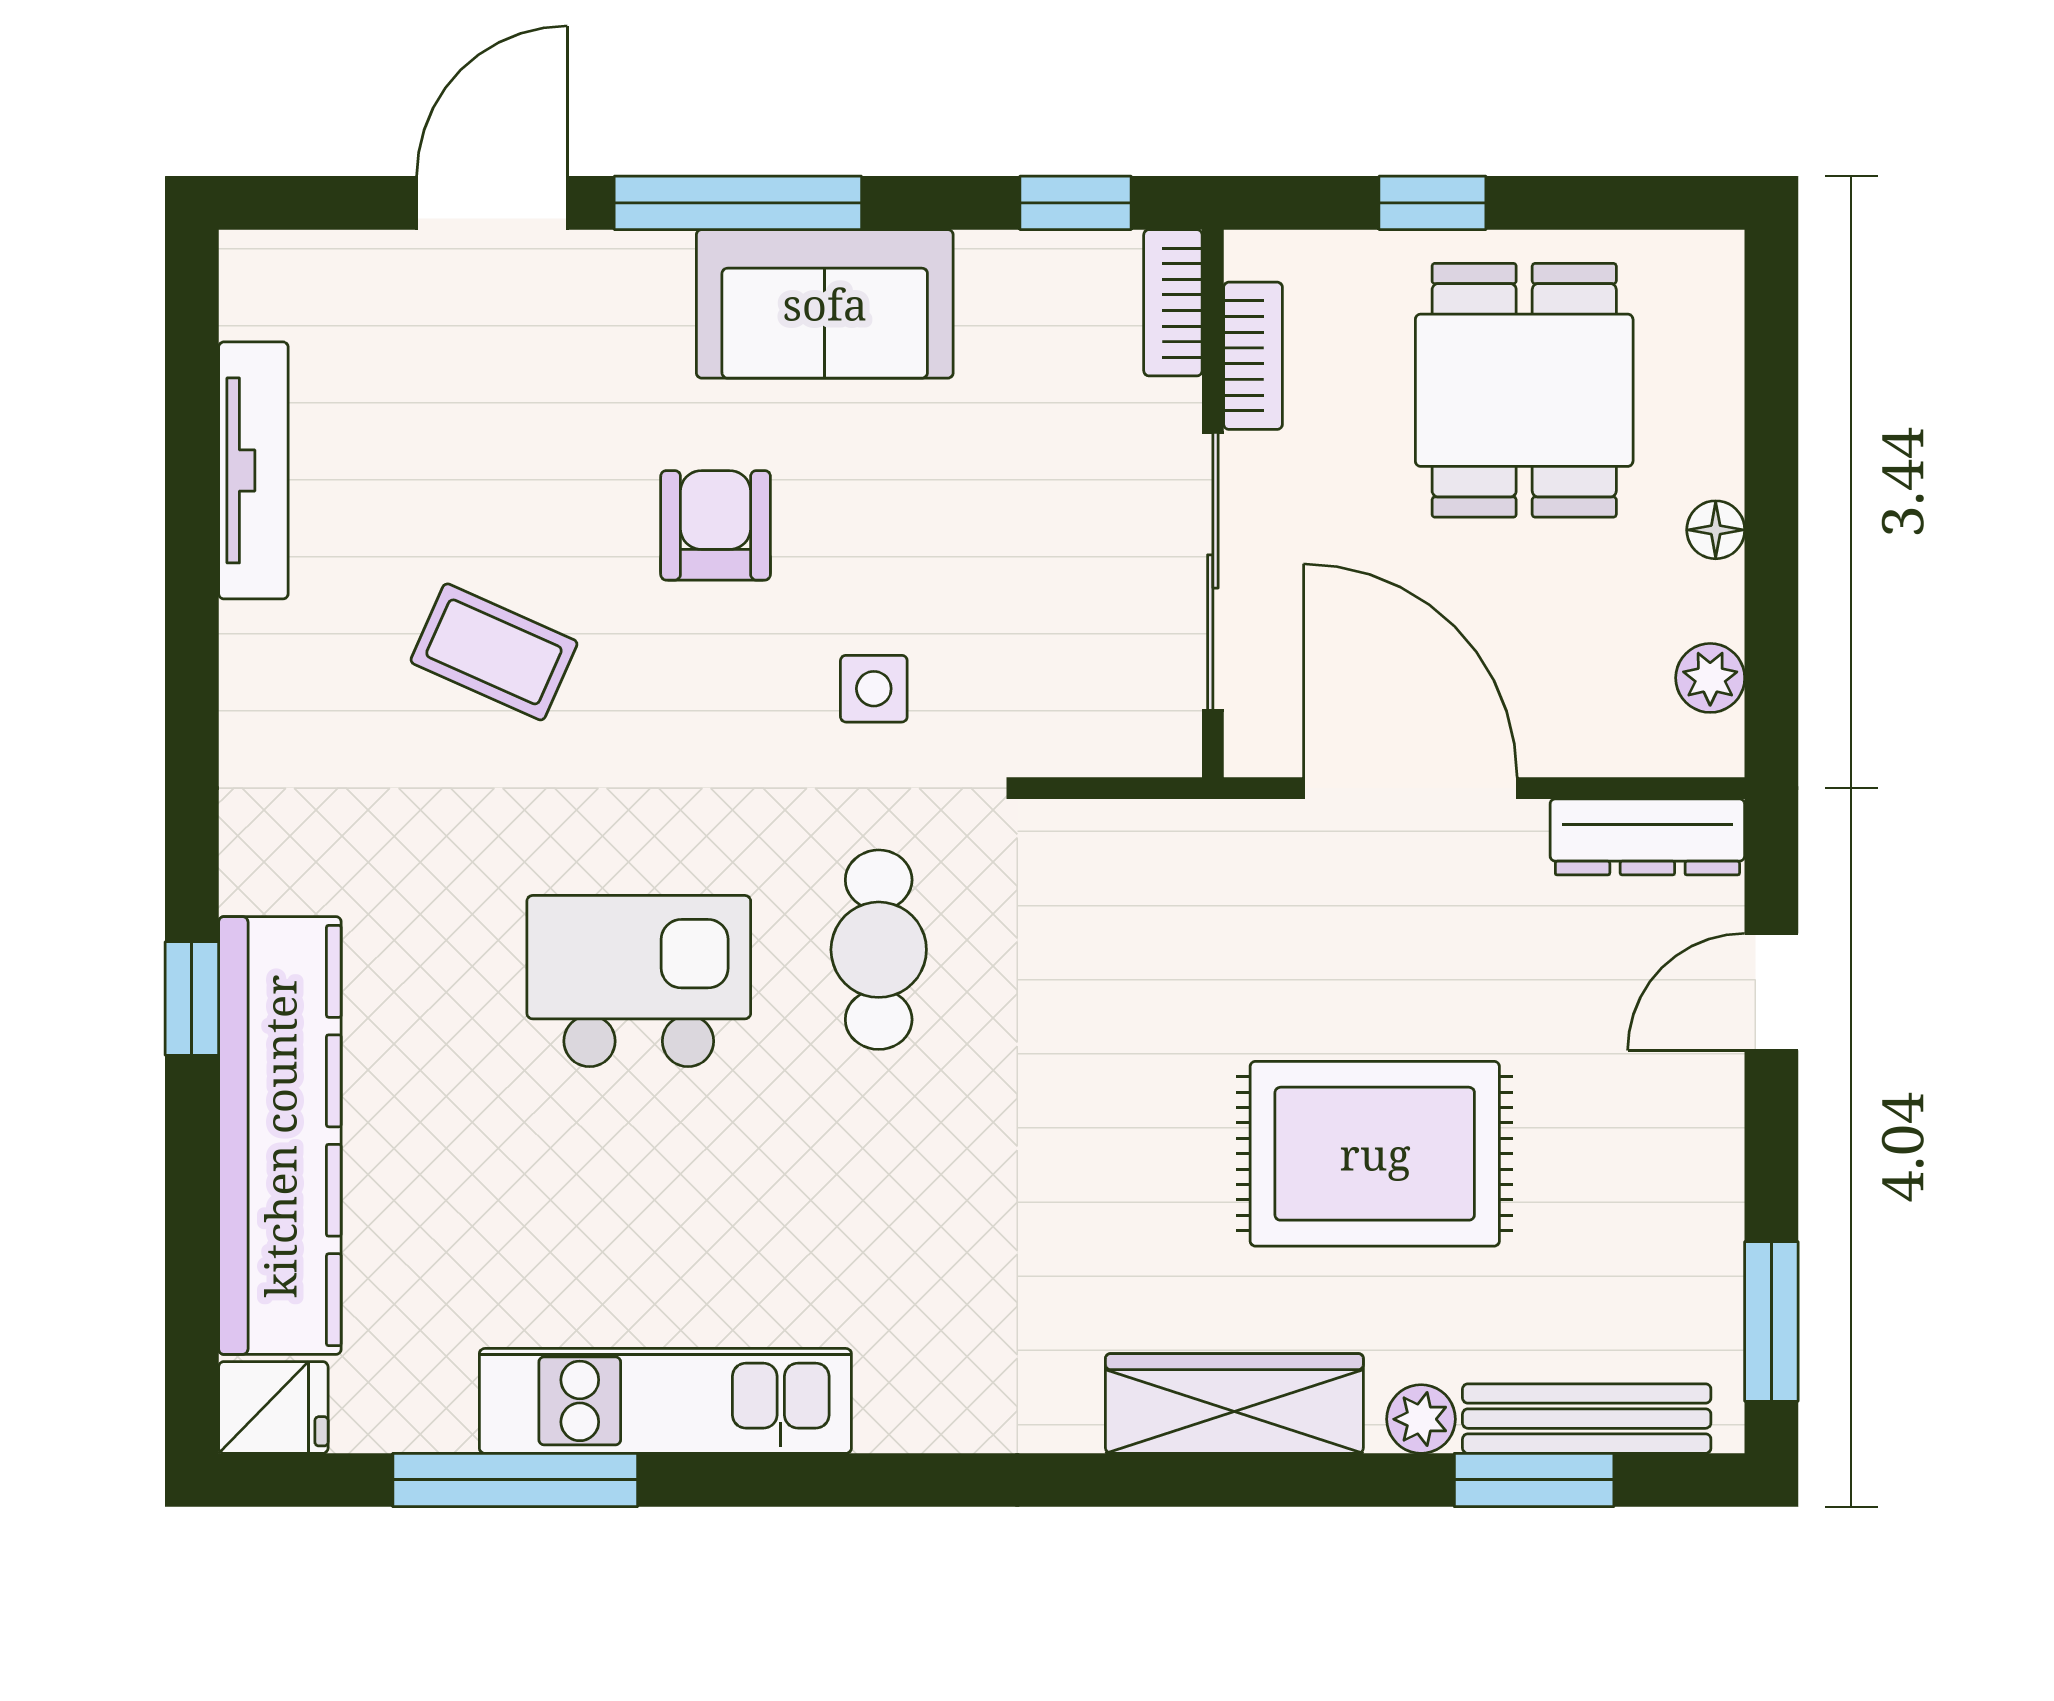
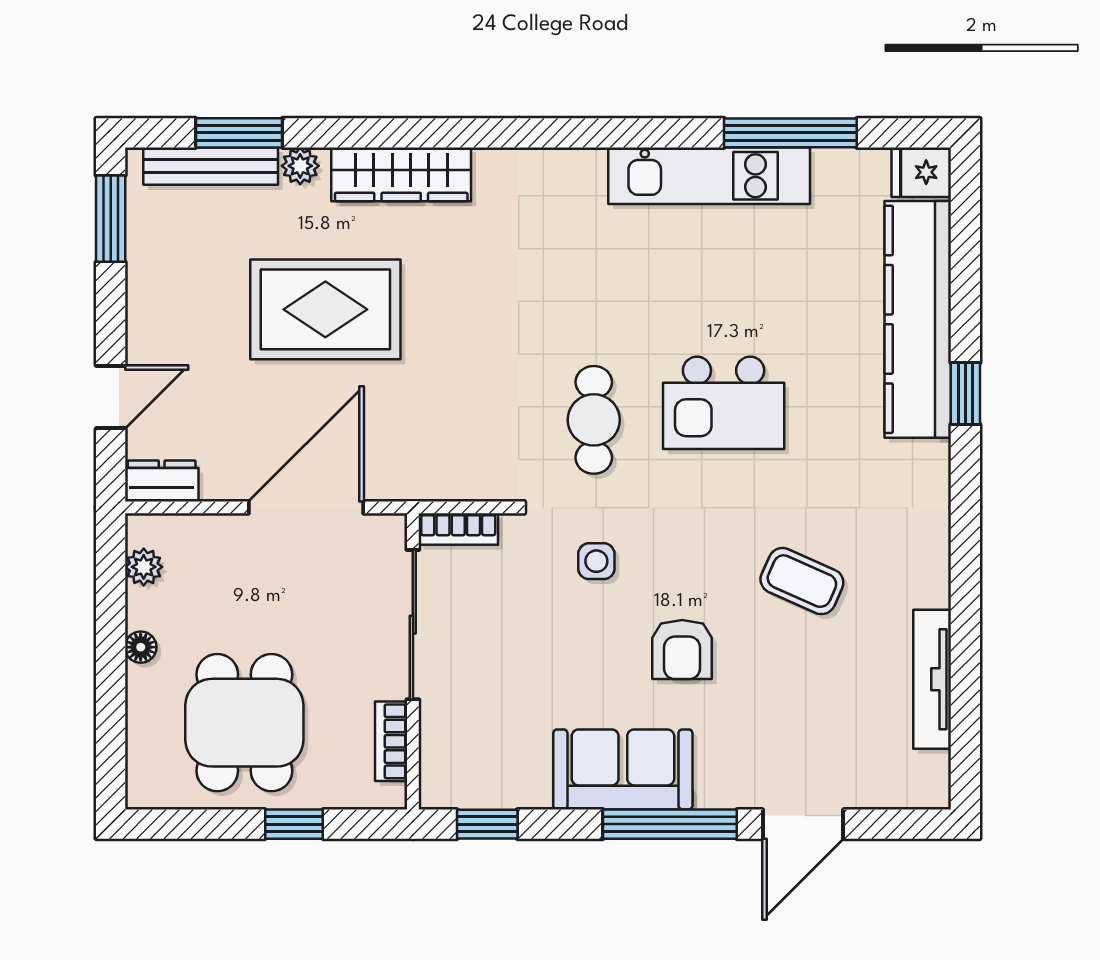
bookcase: (1173, 303) -> (458, 529), moved, turned 90
door: (1410, 788) -> (306, 507), swing flipped
dresser: (1647, 837) -> (162, 481), width x0.70

